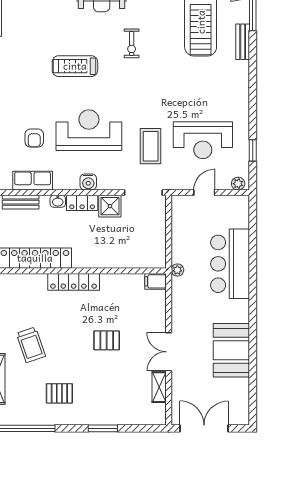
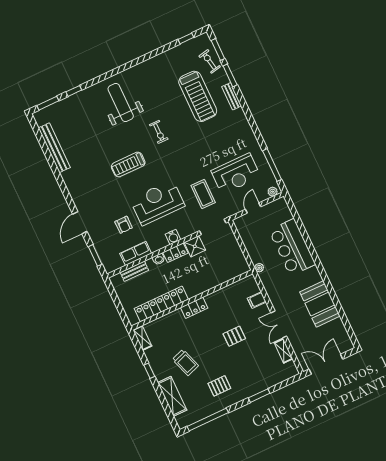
window: (253, 150) -> (272, 165), width x2.17
filing cabinet: (156, 281) -> (257, 300), moved
locker: (74, 282) -> (194, 308), width x0.66

